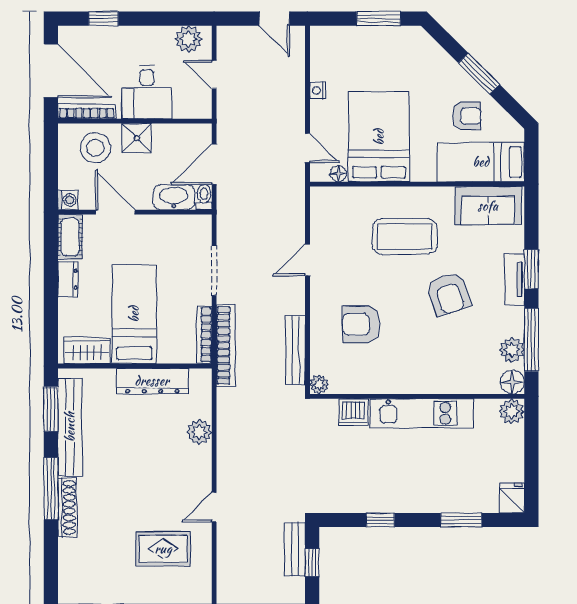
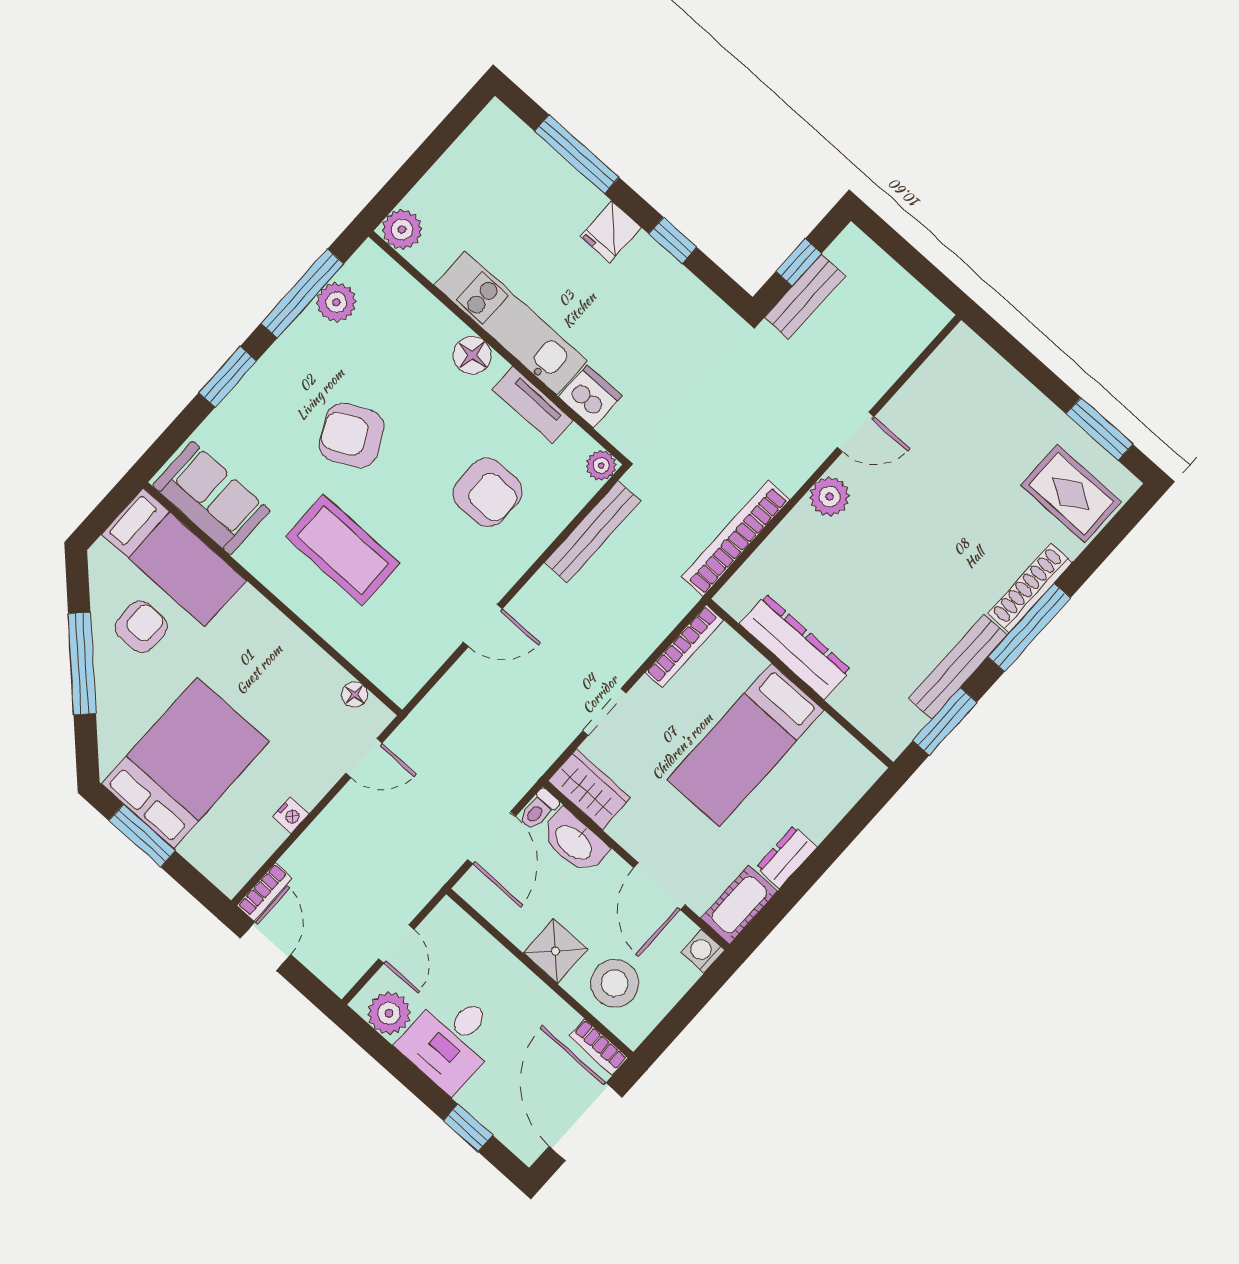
bookcase: (298, 44) -> (264, 892), added
window: (479, 74) -> (82, 664), width x1.44
desk: (147, 92) -> (451, 1040), moved, turned 180
bookcase: (87, 111) -> (599, 1047), width x0.64
armchair: (467, 116) -> (141, 627), turned 90
bed: (379, 137) -> (185, 763), moved, turned 180
door: (307, 148) -> (364, 758), swing flipped
door: (214, 164) -> (492, 838), hinge flipped
doorway: (214, 271) -> (605, 712), width x0.73
tv unit: (515, 279) -> (533, 405), moved, turned 90
armchair: (449, 294) -> (352, 436), turned -98
bookcase: (226, 346) -> (736, 538), moved
wardrobe: (87, 350) -> (589, 790), moved, turned 180
floor lamp: (512, 382) -> (472, 355), moved
bench: (70, 427) -> (958, 667), width x0.73, depth x0.82
plant: (199, 432) -> (830, 497), moved
fridge: (512, 498) -> (611, 232), moved
window: (461, 520) -> (577, 154), width x1.44
rug: (163, 549) -> (1071, 494), moved

